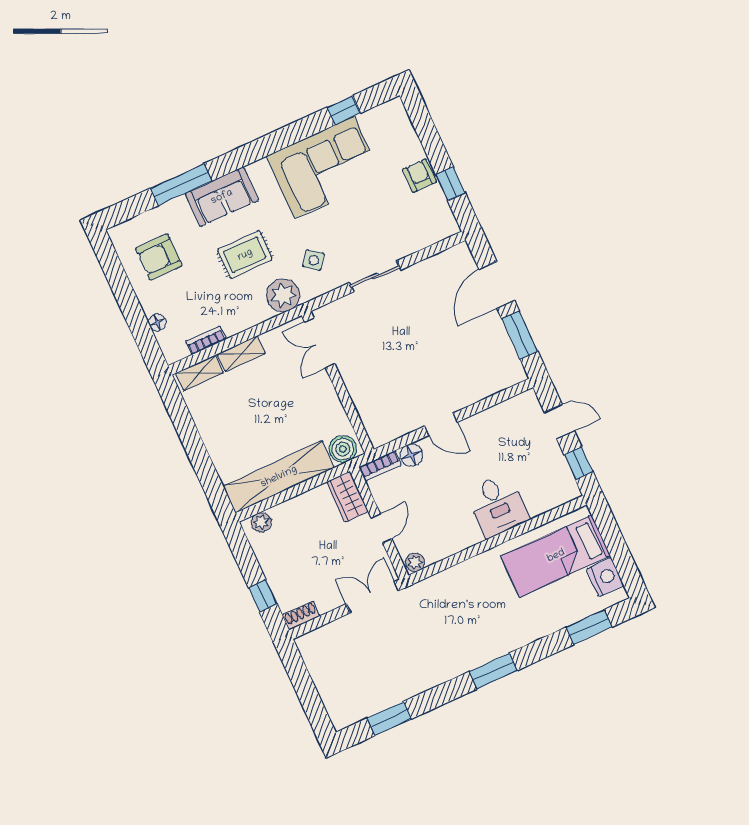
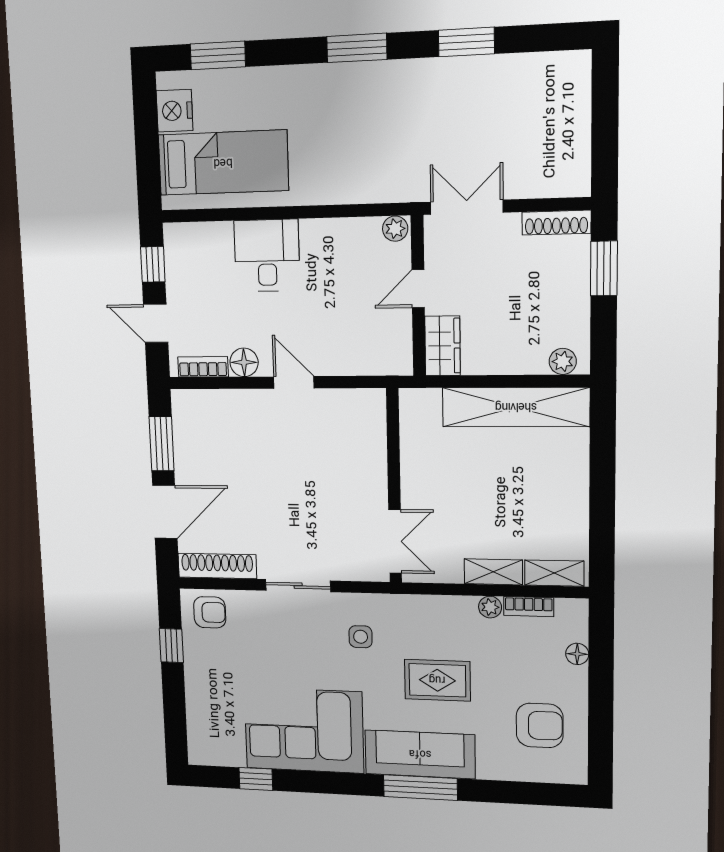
armchair: (419, 176) -> (210, 612), moved, turned -90
window: (181, 185) -> (420, 788), moved
sofa: (222, 197) -> (420, 754), width x1.36
side table: (314, 260) -> (361, 637), turned -37
shoe rack: (441, 262) -> (217, 566), added
plant: (283, 295) -> (490, 607), moved, width x0.53, depth x0.53
boiler: (343, 449) -> (423, 405), removed
floor lamp: (411, 455) -> (244, 362), moved
bookcase: (380, 466) -> (203, 367), moved
window: (263, 596) -> (604, 268), width x1.50
double door: (372, 597) -> (467, 207), swing flipped
shoe rack: (301, 616) -> (556, 223), width x1.43
window: (389, 719) -> (466, 42), moved

